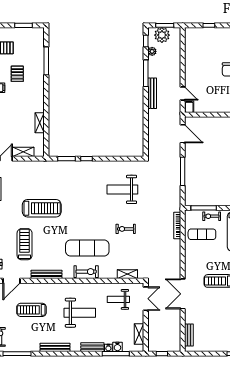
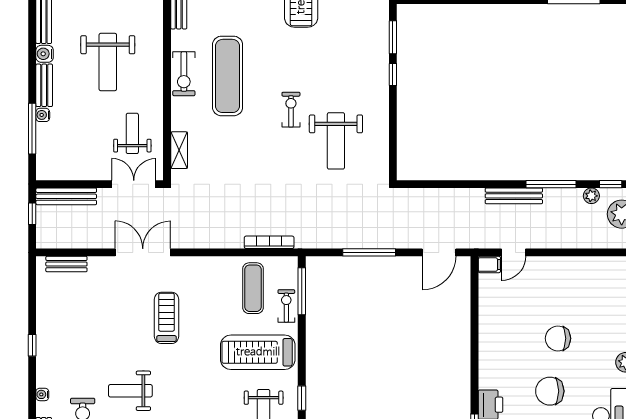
weight bench: (122, 189) -> (336, 141), turned 180
exercise bike: (126, 229) -> (291, 110), moved
double door: (146, 299) -> (134, 184), swing flipped
shelving: (139, 334) -> (68, 172), removed
bench: (152, 335) -> (66, 196), added
water cooler: (117, 347) -> (45, 54), moved

